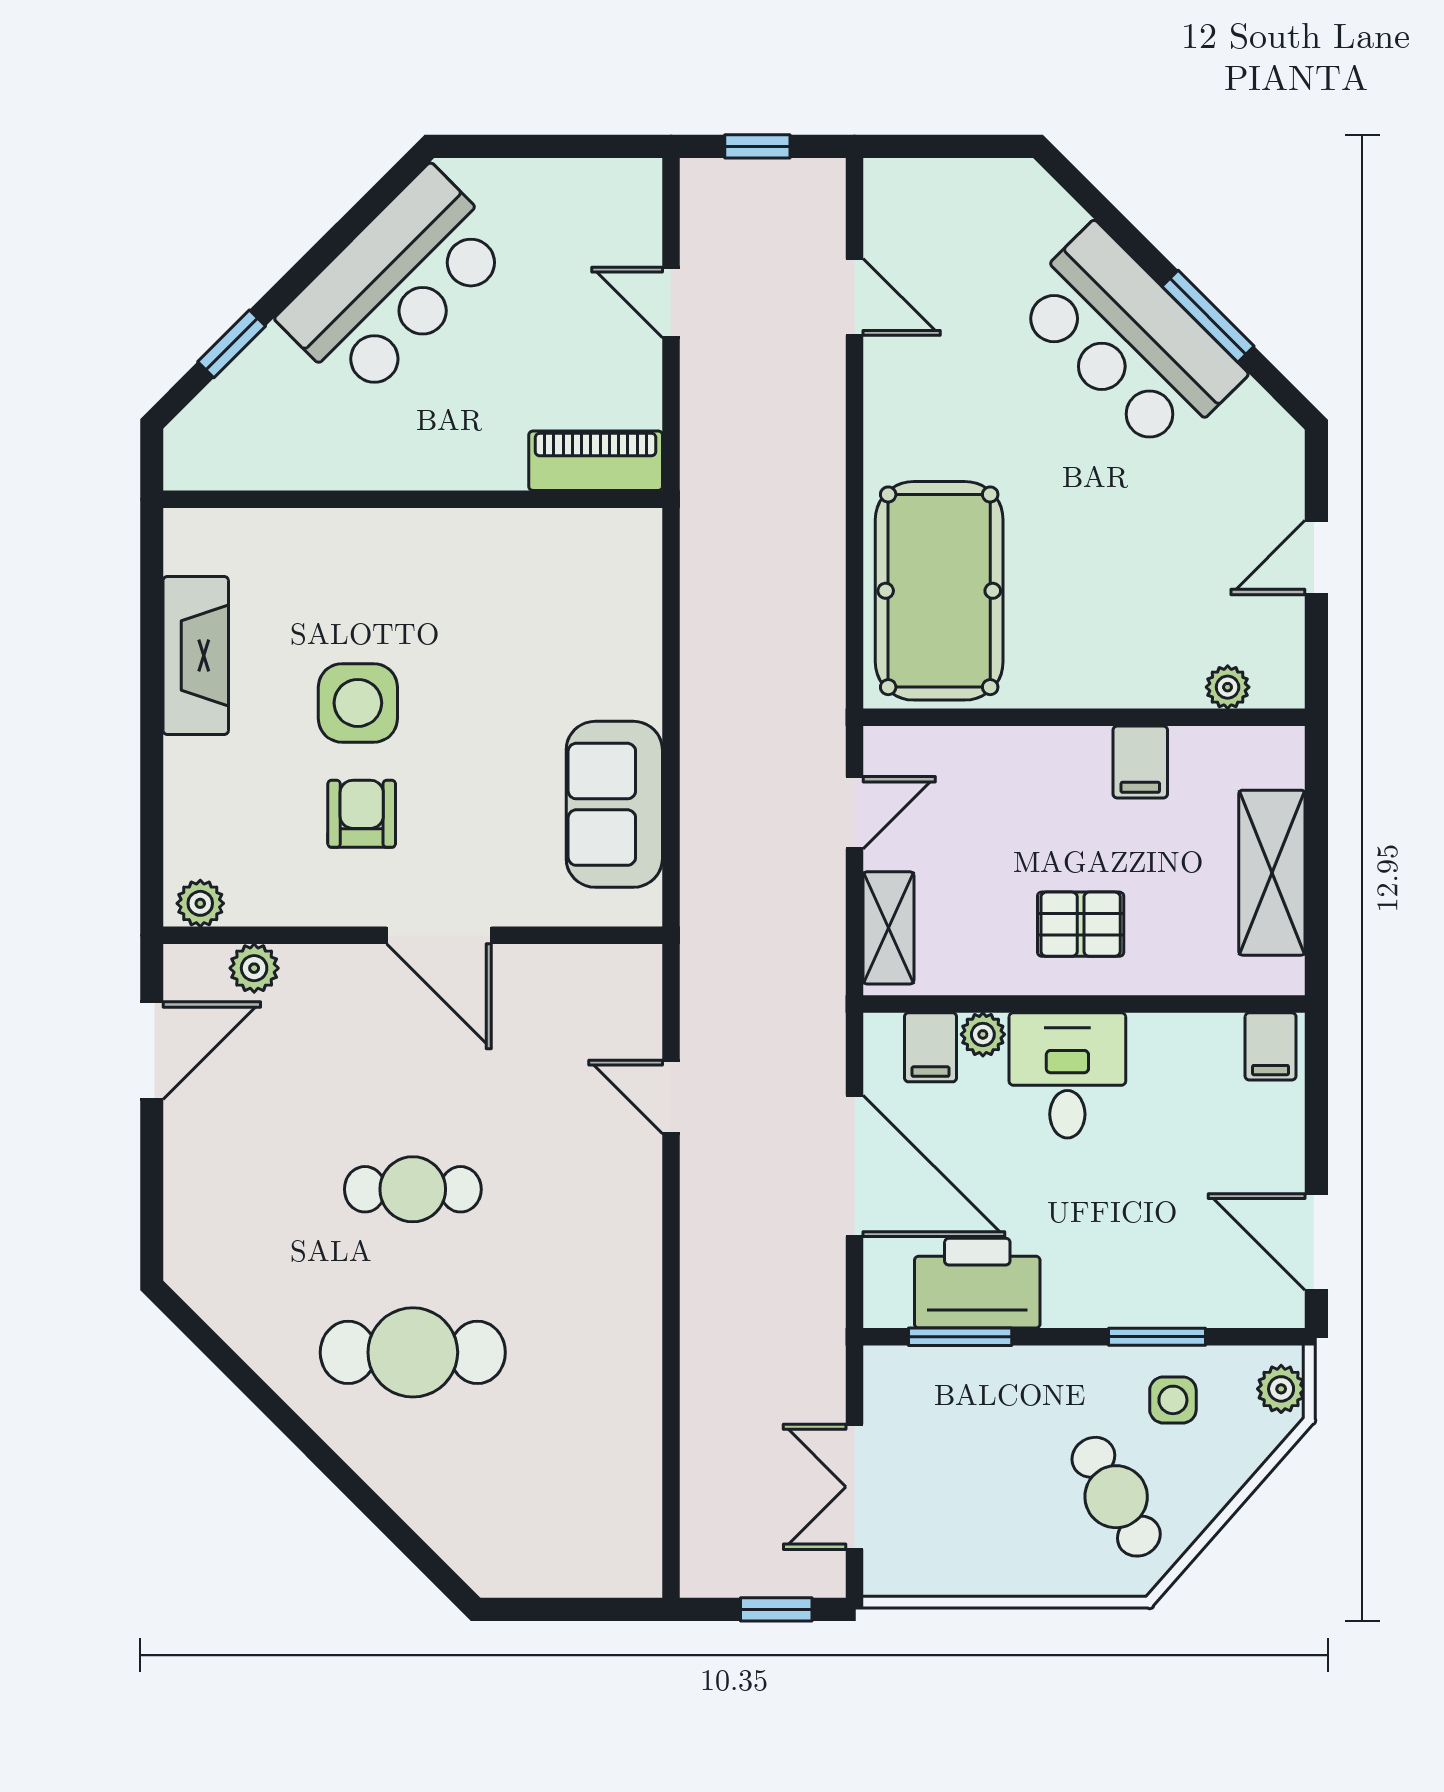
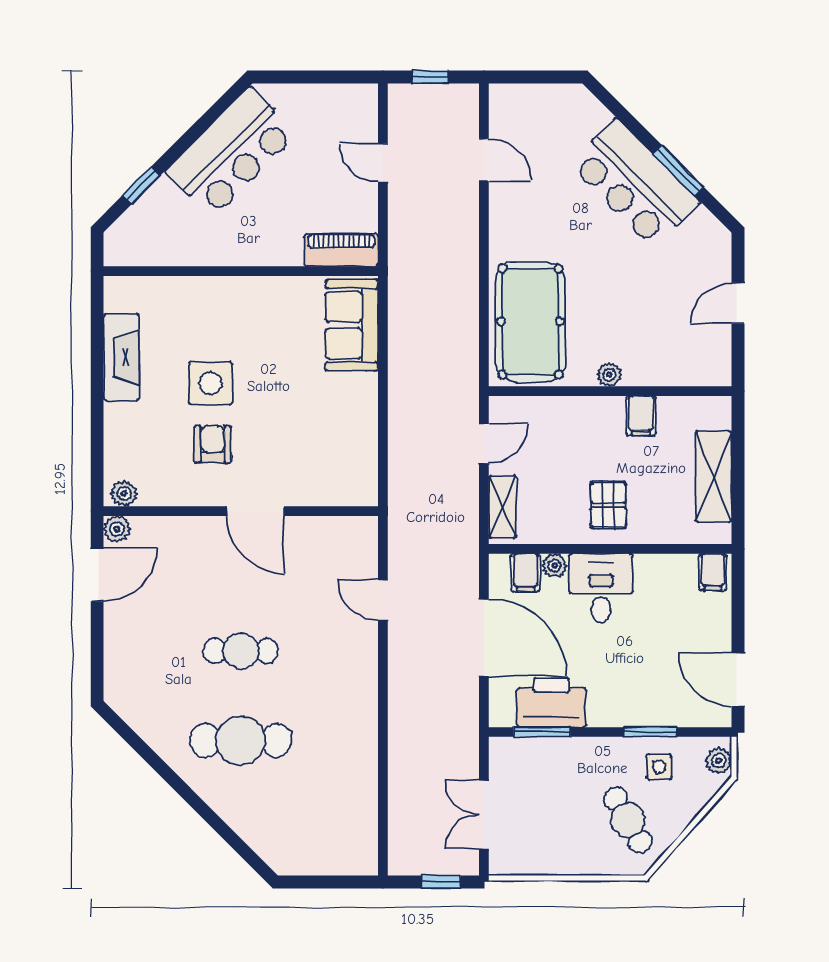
plant: (1228, 687) -> (609, 375), moved
sofa: (614, 804) -> (352, 325), moved
pallet: (1081, 924) -> (608, 505), turned 90
plant: (254, 968) -> (117, 529), moved

